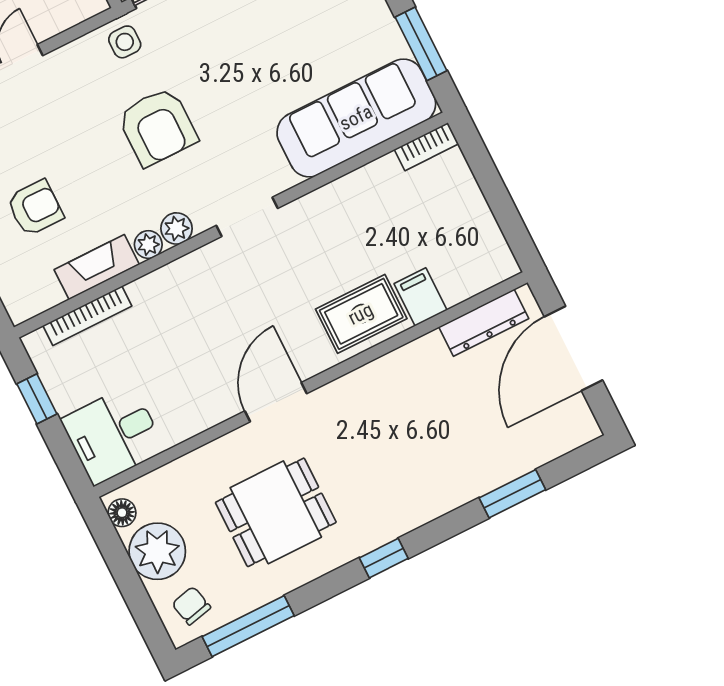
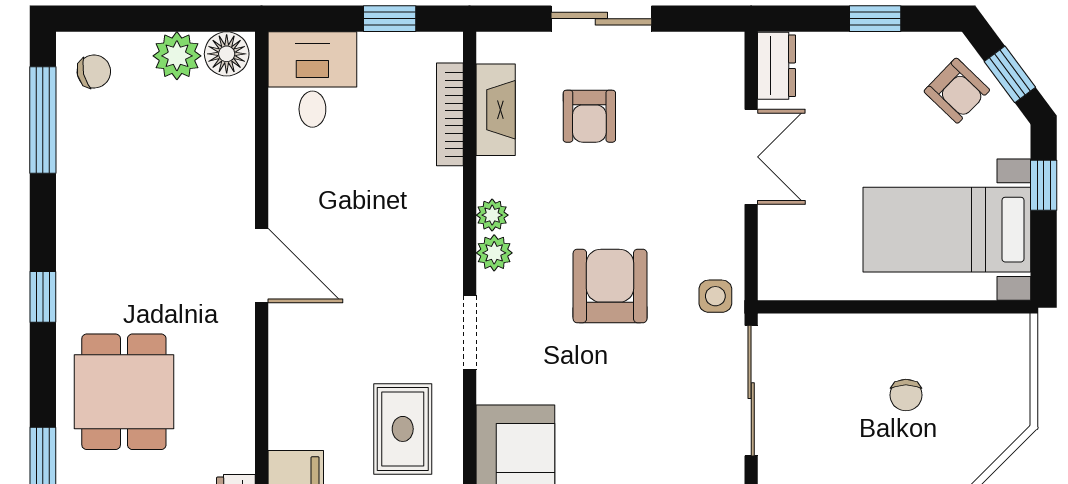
armchair: (157, 127) -> (610, 286), turned 90
fireplace: (97, 267) -> (496, 110), moved
rug: (361, 314) -> (403, 429), moved
dining table: (276, 512) -> (124, 392), moved
floor lamp: (122, 513) -> (227, 54), width x1.37, depth x1.37
plant: (157, 551) -> (177, 56), width x0.73, depth x0.73

